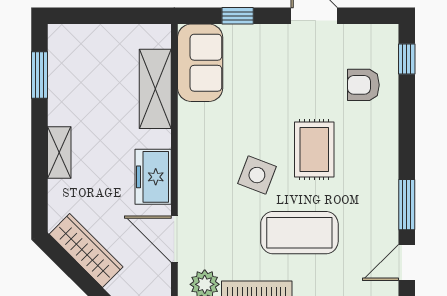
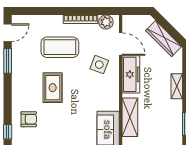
side table: (257, 175) -> (99, 65), moved
freezer: (153, 177) -> (131, 74), width x1.40

